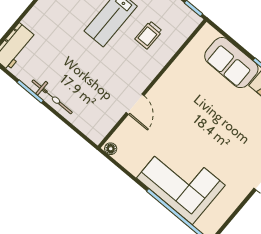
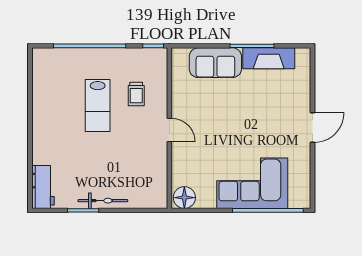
door: (135, 104) -> (169, 130), moved
floor lamp: (111, 149) -> (184, 198), width x1.89, depth x1.89

